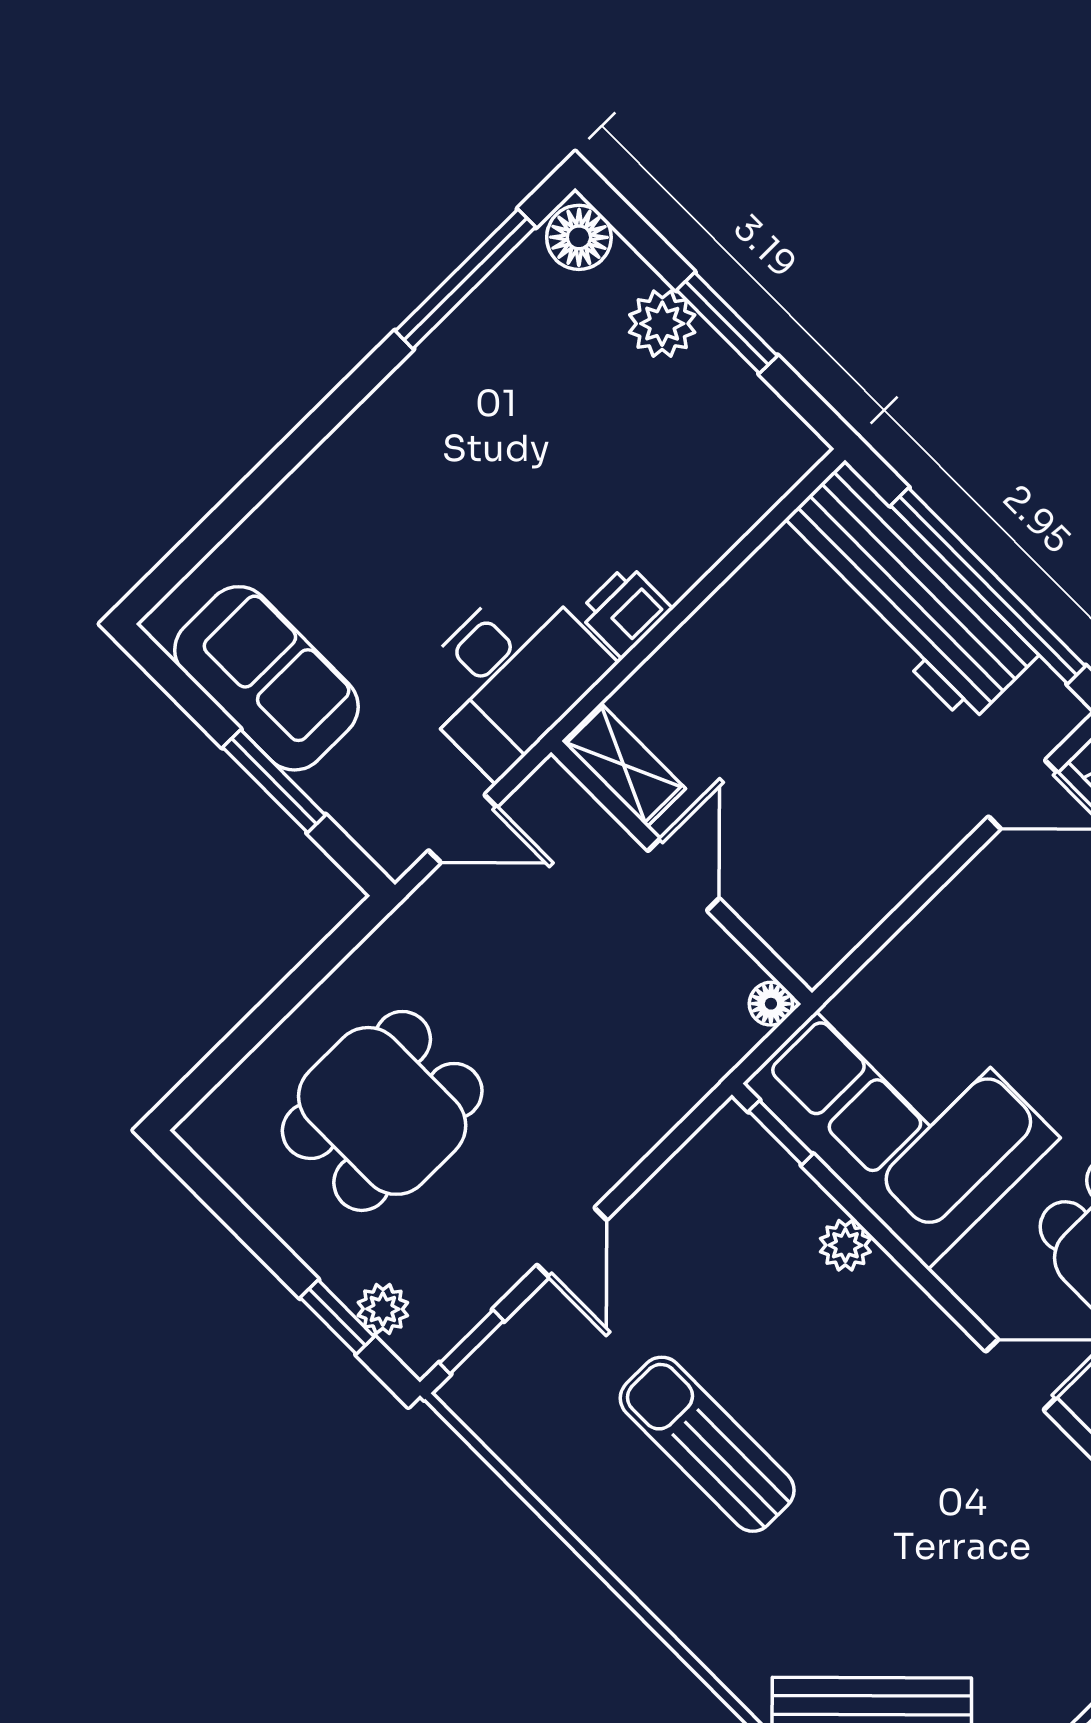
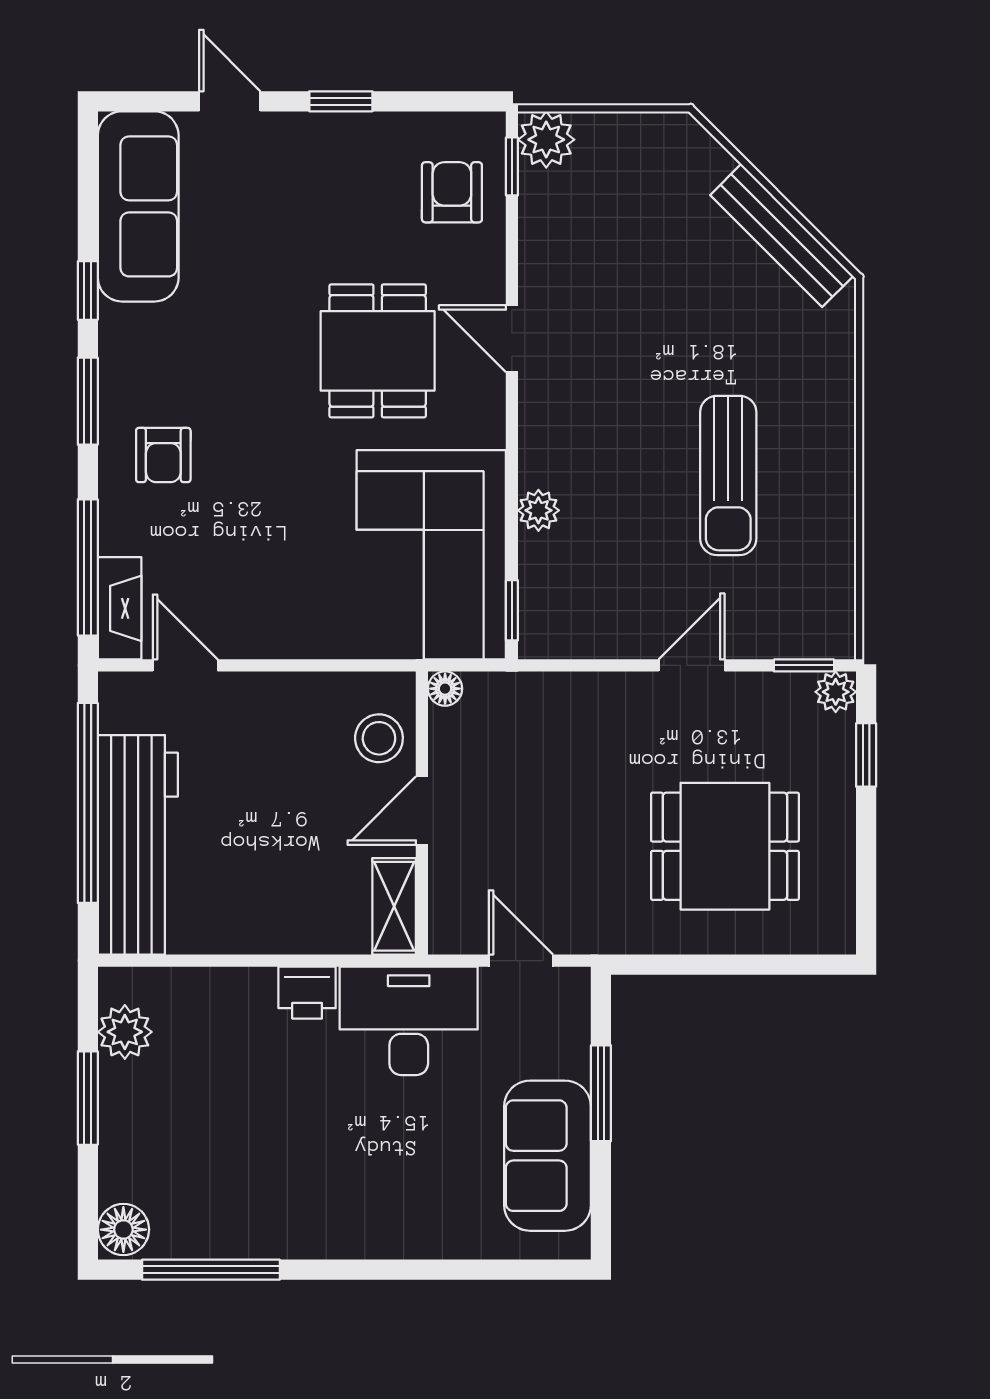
plant: (662, 324) -> (125, 1032), moved
stool: (786, 901) -> (379, 738), added
plant: (383, 1309) -> (836, 692), moved

